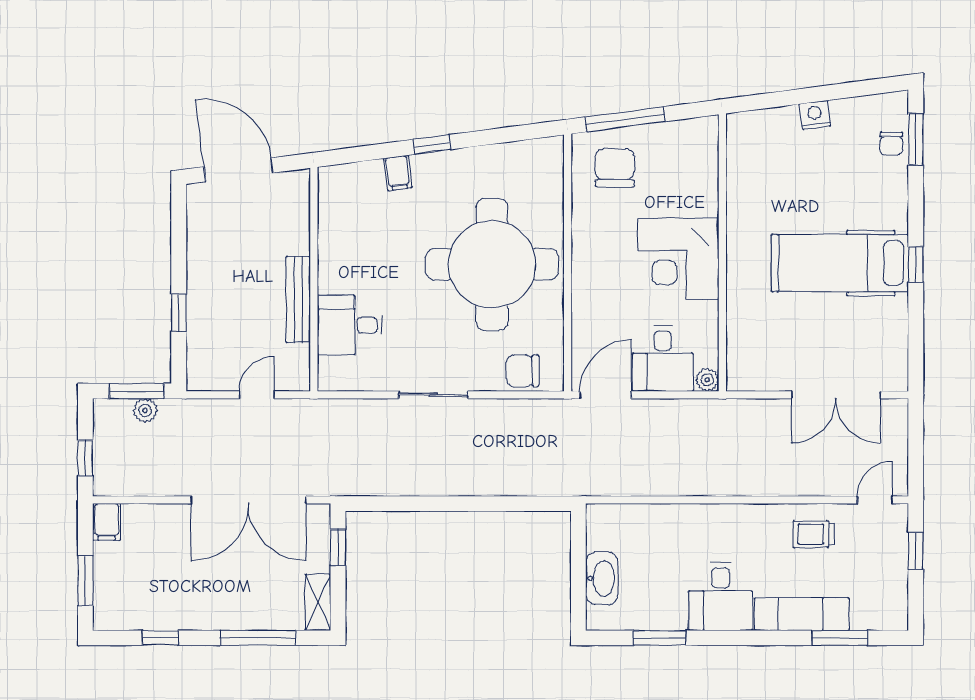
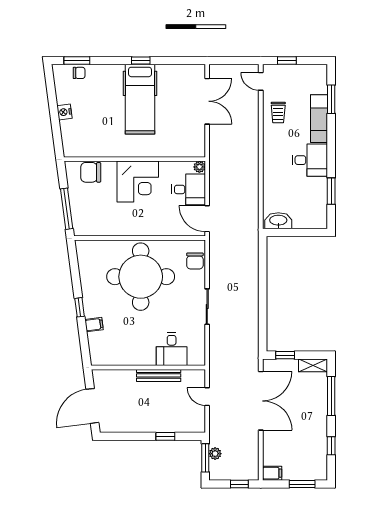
chair: (615, 168) -> (91, 172), moved
washbasin: (602, 578) -> (278, 221), moved

